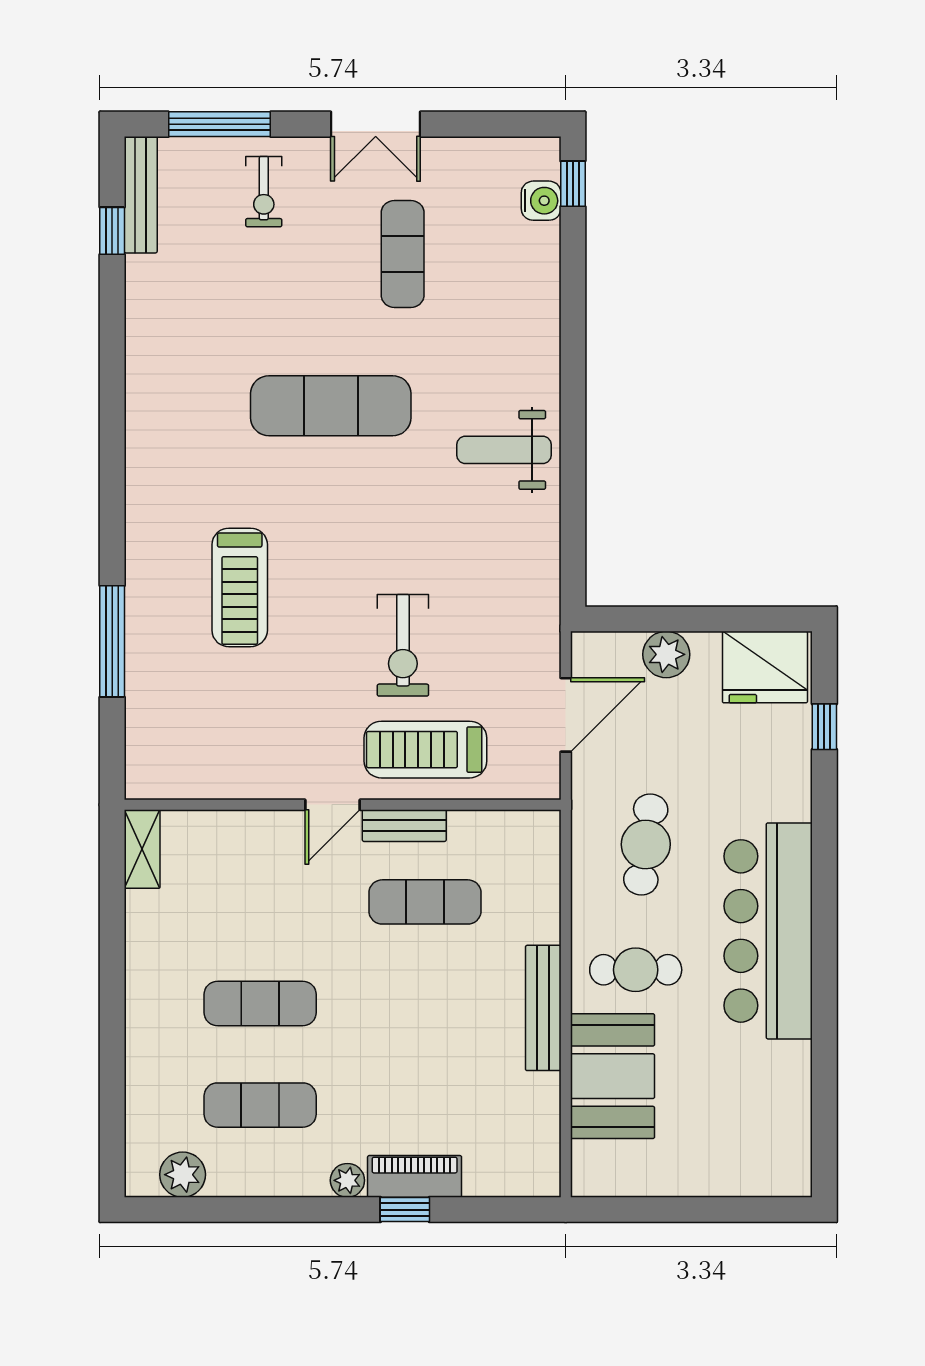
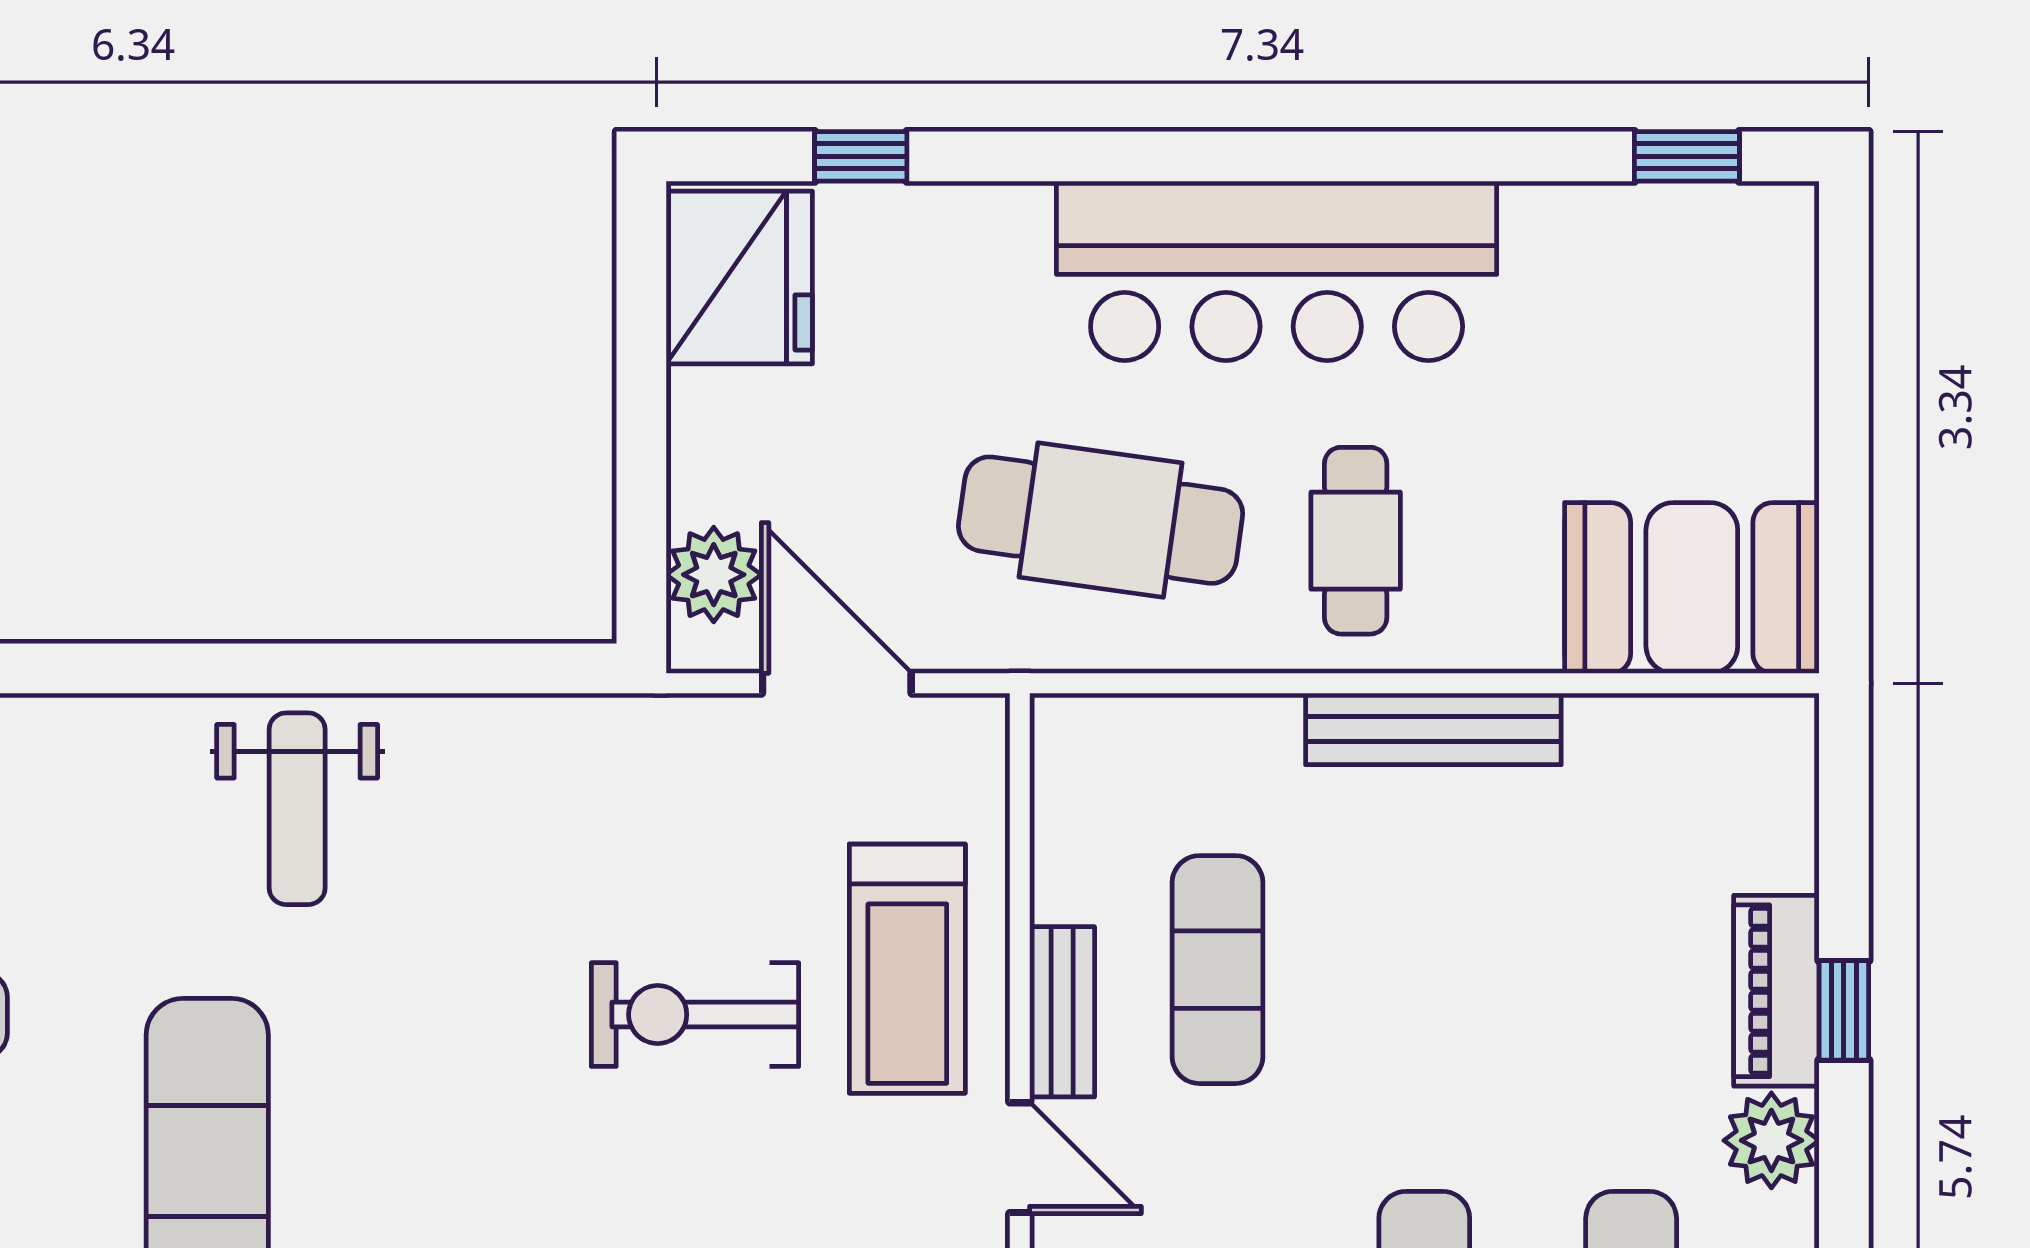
exercise bike: (403, 645) -> (695, 1015), turned 180
plant: (666, 654) -> (714, 575), moved
cafe table: (646, 844) -> (1101, 520), width x1.37, depth x1.35
booth: (612, 1076) -> (1692, 588), moved
window: (824, 1132) -> (1687, 156), added
plant: (347, 1180) -> (1771, 1140), width x1.38, depth x1.38

